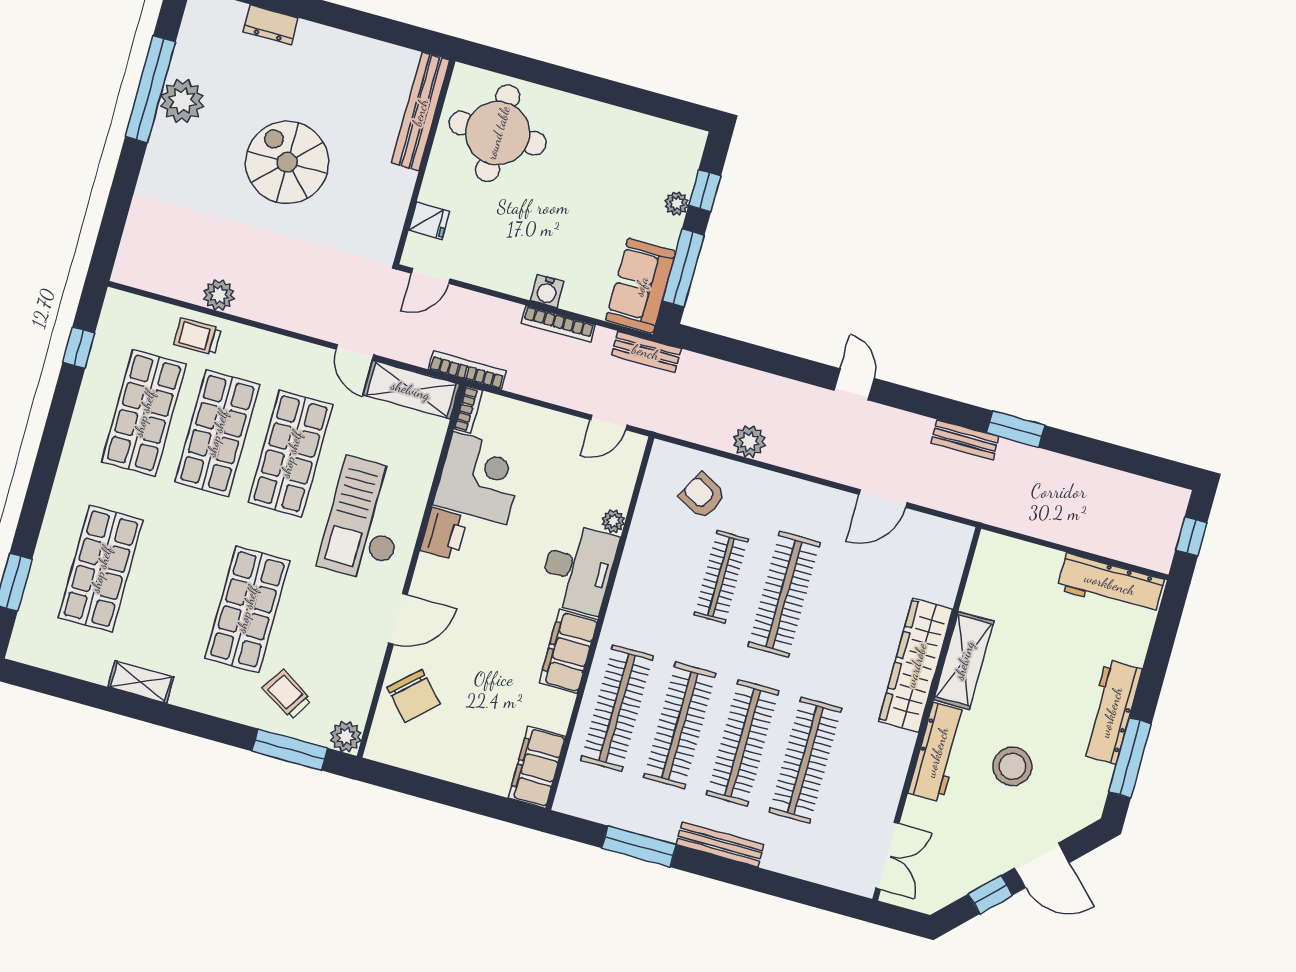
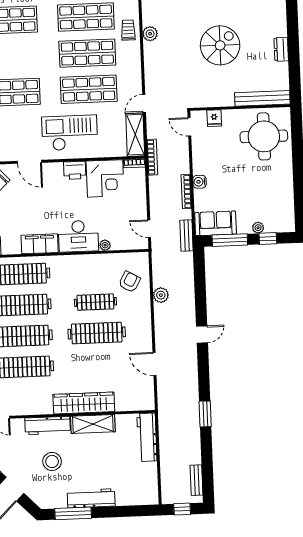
dresser: (271, 25) -> (281, 49), moved
bench: (965, 440) -> (196, 480), moved
workbench: (1110, 584) -> (147, 437), moved

